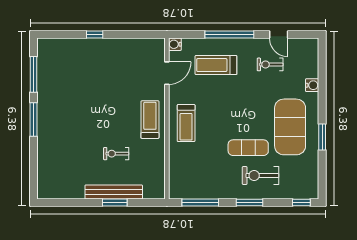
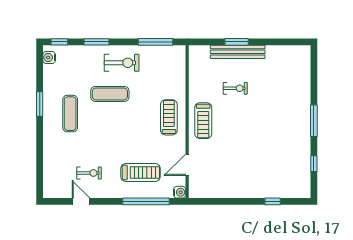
window: (95, 35) -> (273, 201), moved
window: (229, 35) -> (146, 201), moved
window: (33, 74) -> (314, 164), width x0.46
water cooler: (312, 85) -> (49, 57), moved
exercise mat: (290, 127) -> (70, 114), width x0.50, depth x0.69
exercise bike: (261, 176) -> (122, 63), moved
window: (249, 203) -> (97, 42), moved

